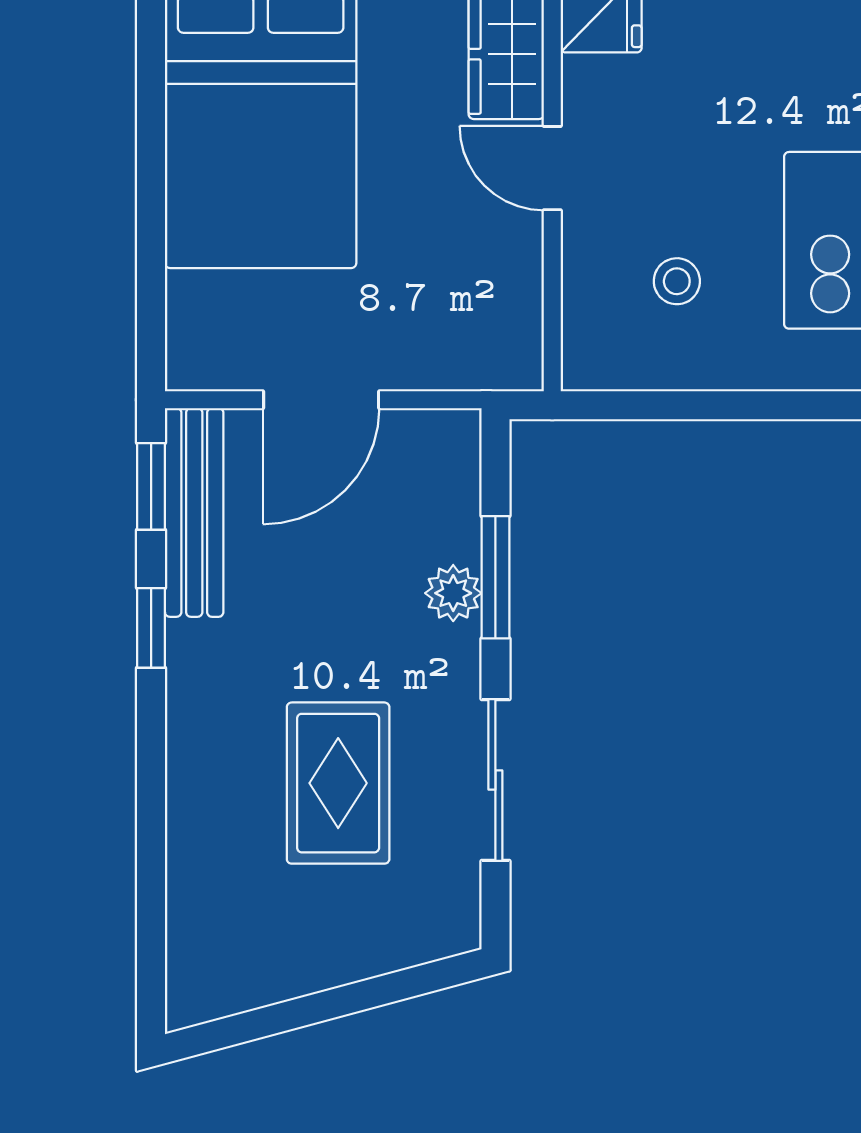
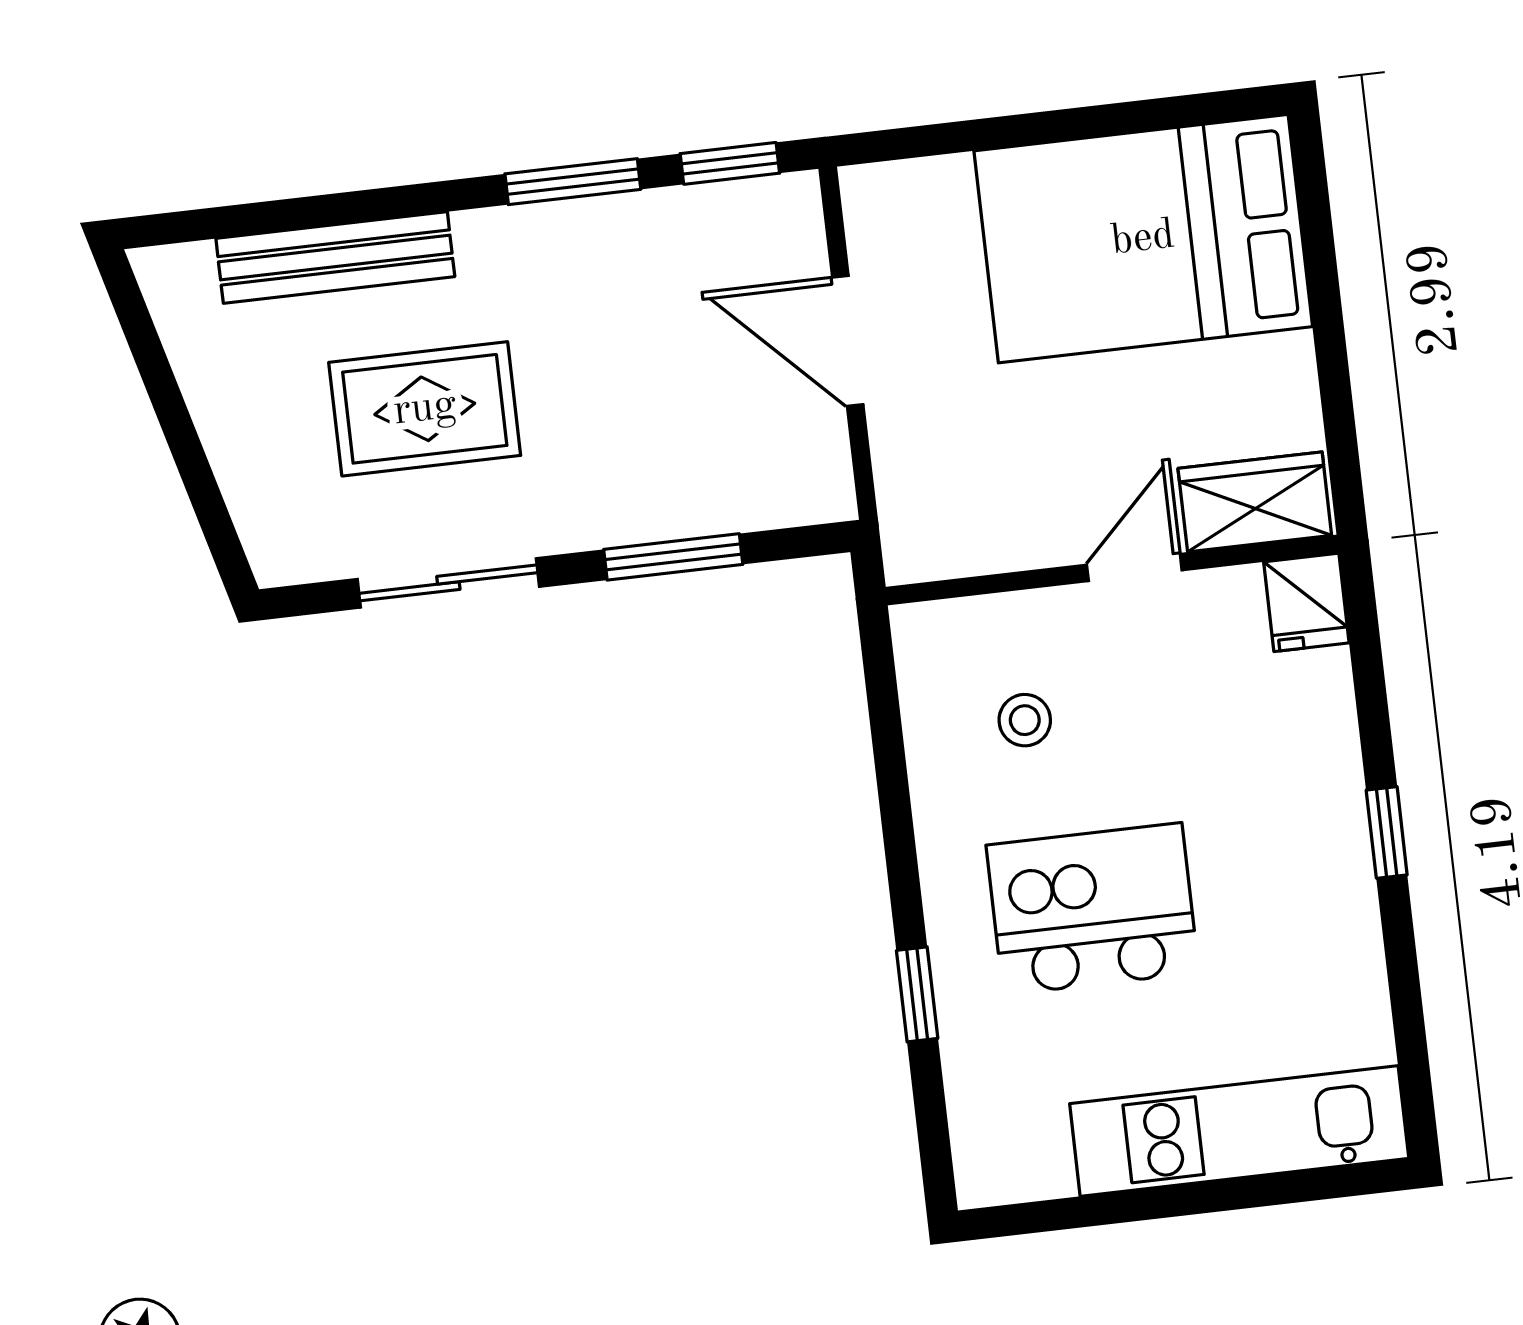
bench: (194, 512) -> (335, 258), moved
plant: (453, 593) -> (650, 512), removed
window: (151, 628) -> (573, 182), width x1.50

